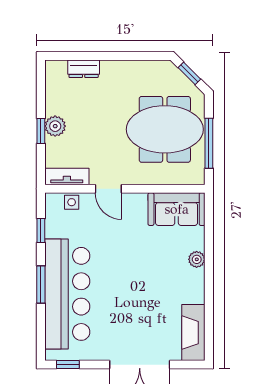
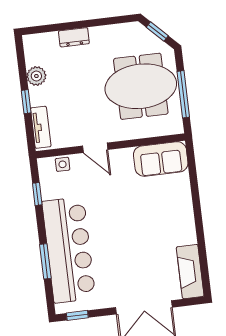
dresser: (84, 69) -> (74, 37), moved
plant: (55, 126) -> (36, 76), moved
tv unit: (67, 176) -> (41, 127), moved, turned 90
plant: (197, 259) -> (185, 203), removed
window: (41, 285) -> (45, 261), moved

